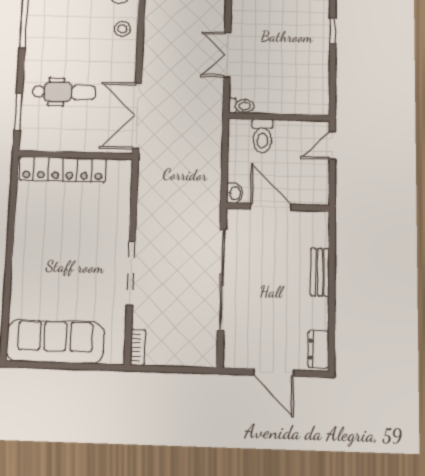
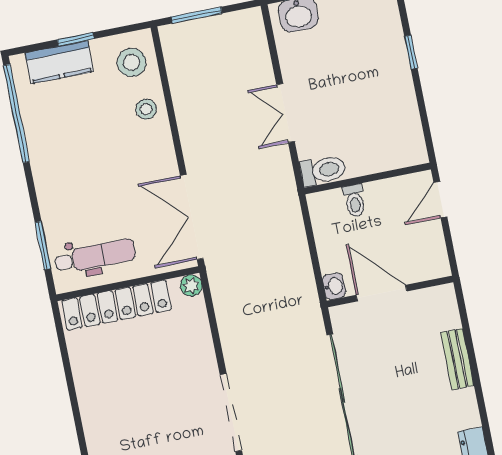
dental chair: (64, 92) -> (95, 256), moved
toilet: (241, 106) -> (323, 170), width x1.37, depth x1.39
toilet: (262, 136) -> (354, 201), width x0.73, depth x0.72
plant: (124, 167) -> (191, 286), added

